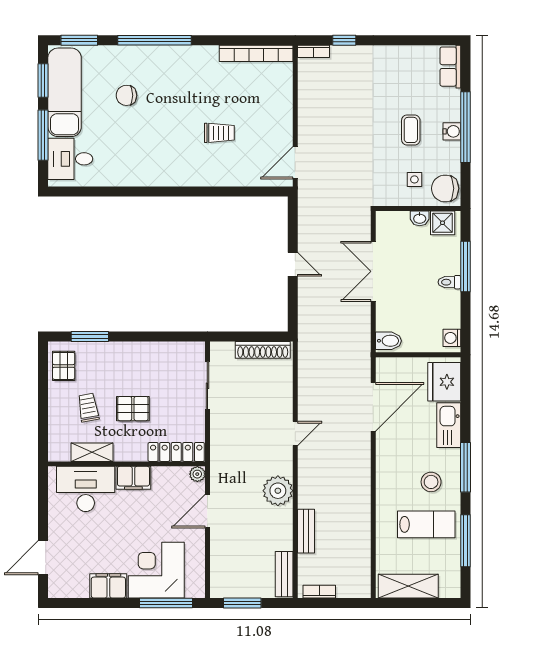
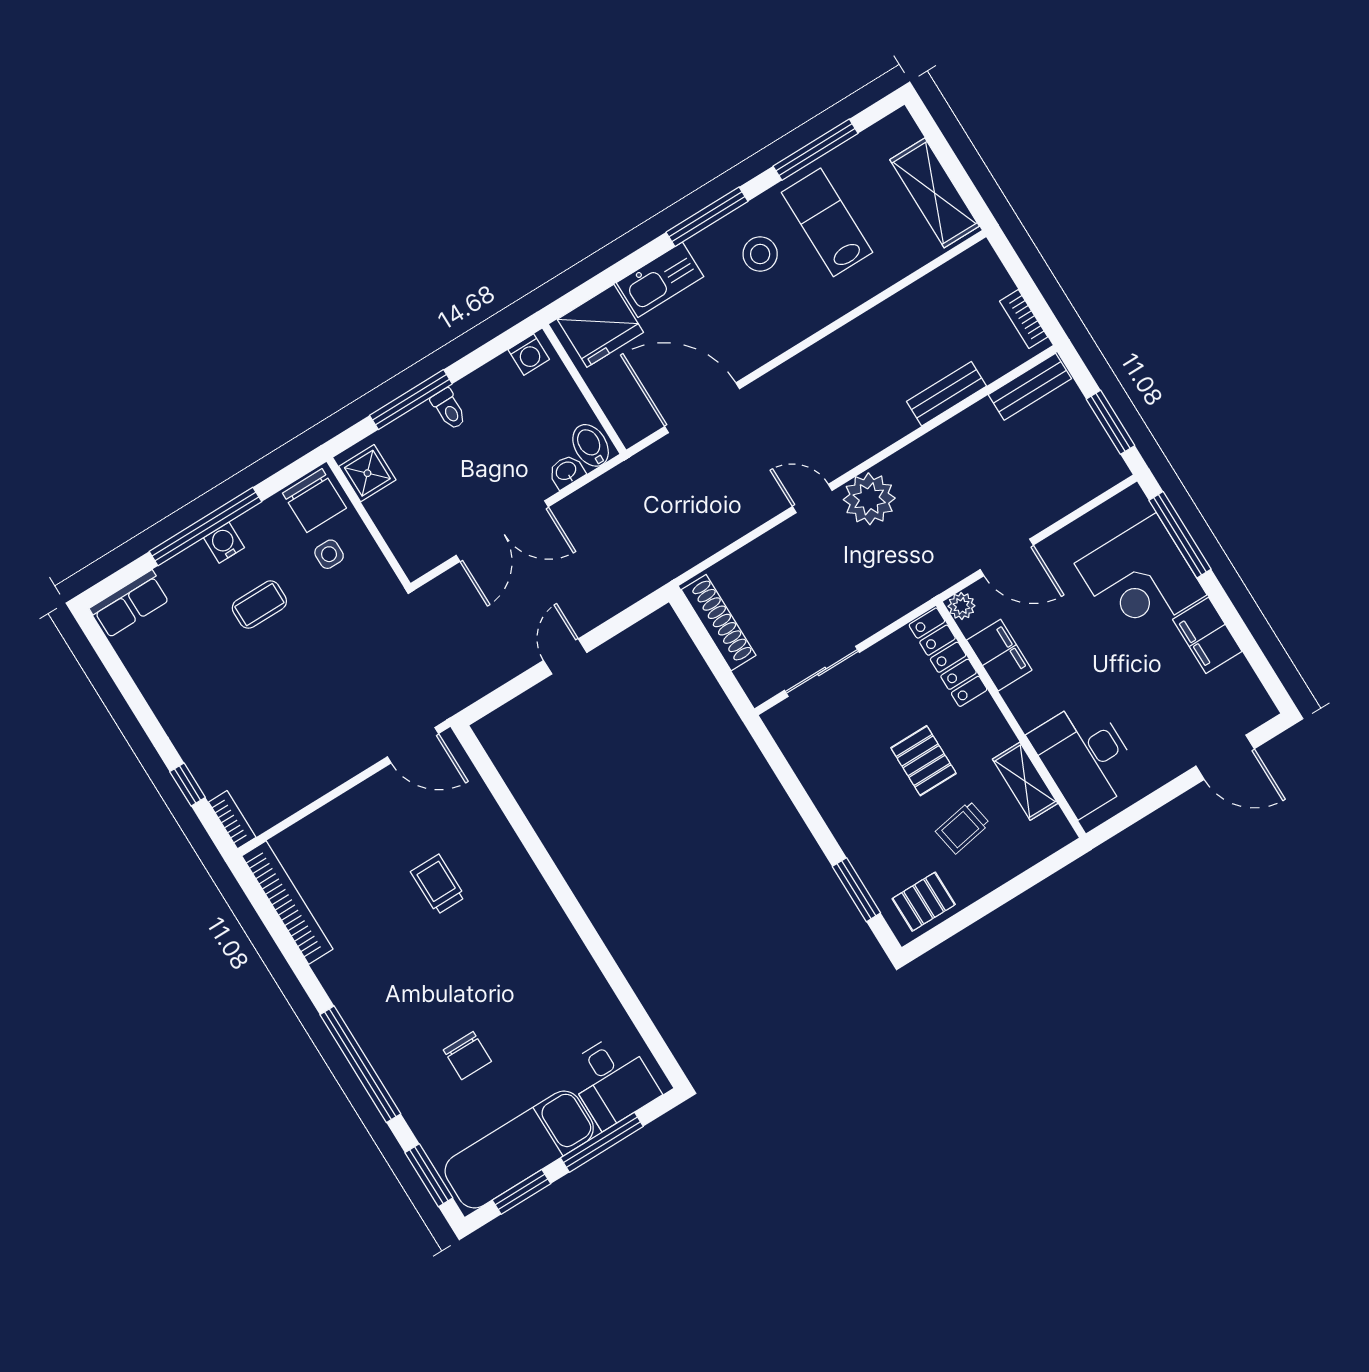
washbasin: (420, 218) -> (566, 471), moved, turned -90
filing cabinet: (133, 478) -> (999, 655), moved
plant: (278, 491) -> (869, 499), moved

